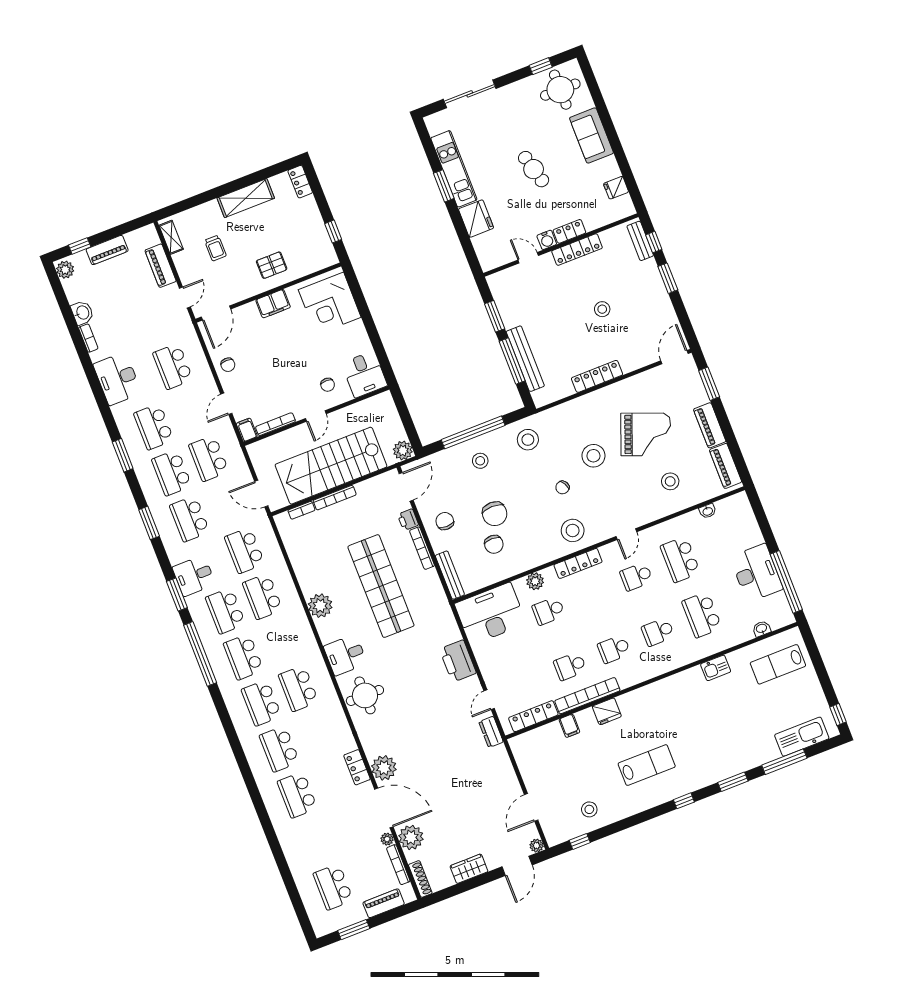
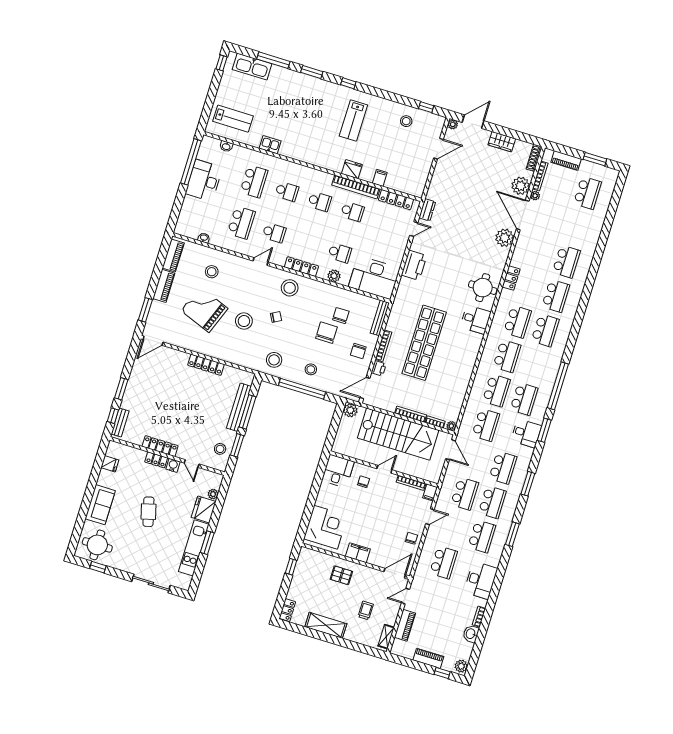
plant: (479, 243) -> (213, 494), added
stool: (602, 309) -> (220, 449), moved
plant: (320, 606) -> (451, 426), moved, width x0.53, depth x0.53
school desk: (243, 657) -> (507, 356), moved
lab bench: (647, 765) -> (353, 121), turned -90
locker: (357, 767) -> (511, 278), moved

